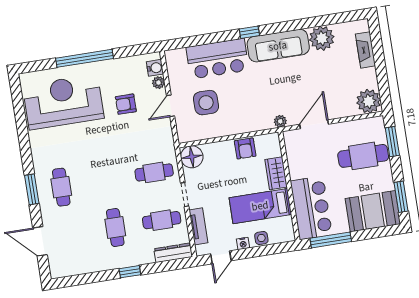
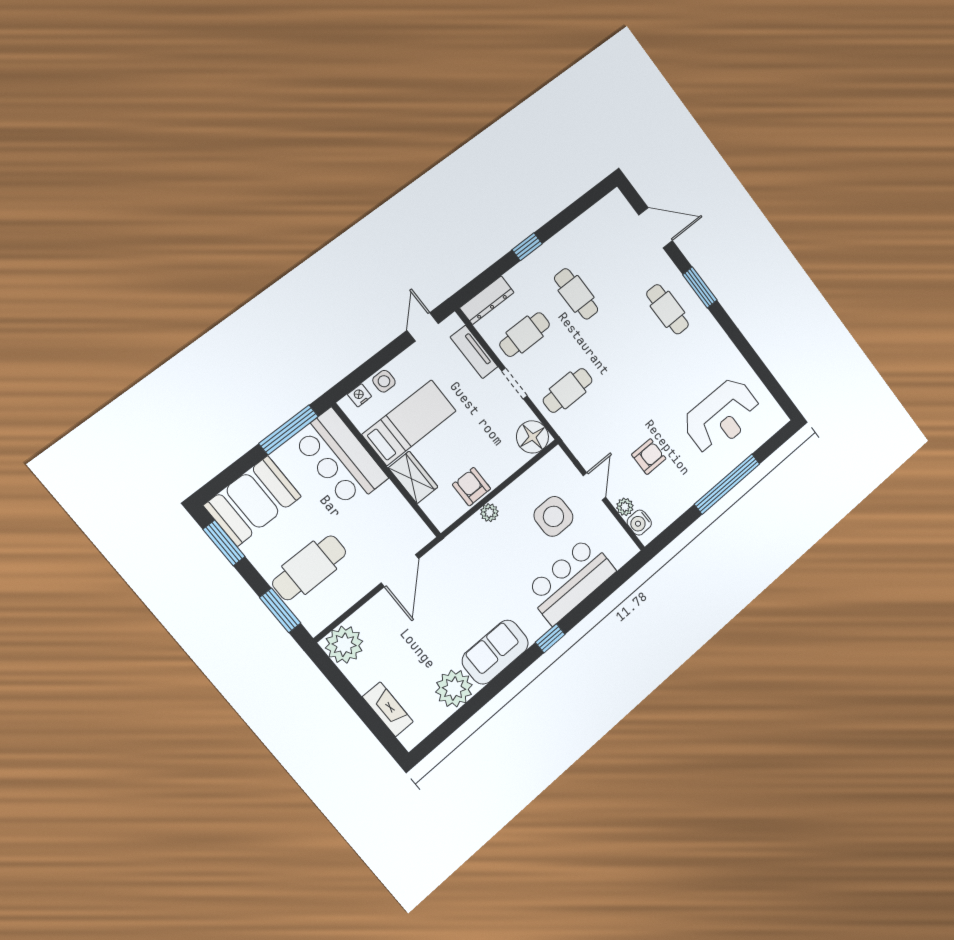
sofa: (278, 46) -> (495, 652), width x0.73
reception desk: (63, 102) -> (722, 416), width x0.74, depth x0.77
plant: (280, 121) -> (489, 513), moved
nightstand: (243, 243) -> (360, 395), moved

